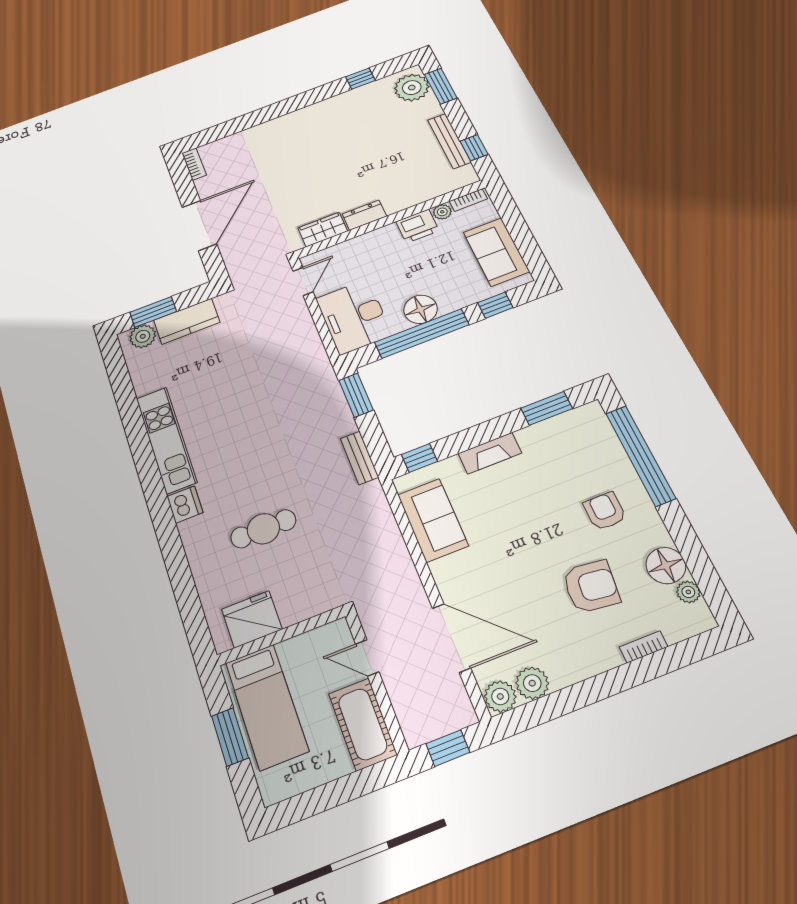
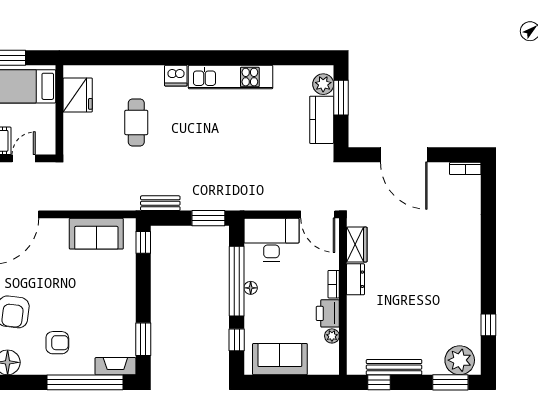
bookcase: (468, 200) -> (334, 284), moved
door: (303, 281) -> (318, 214), width x1.38
floor lamp: (420, 309) -> (251, 288), width x0.53, depth x0.53
fireplace: (490, 453) -> (115, 366), moved, turned 90

